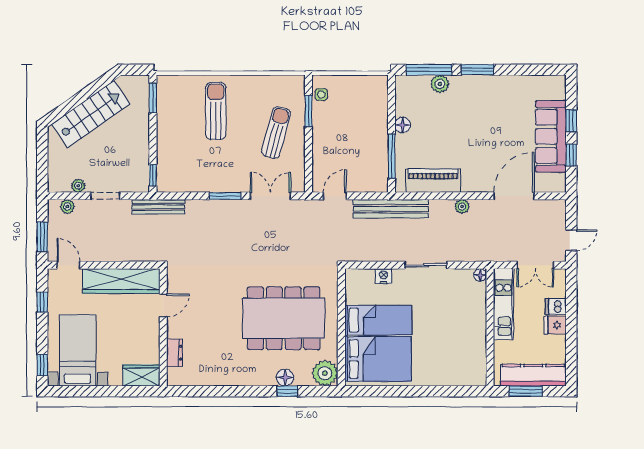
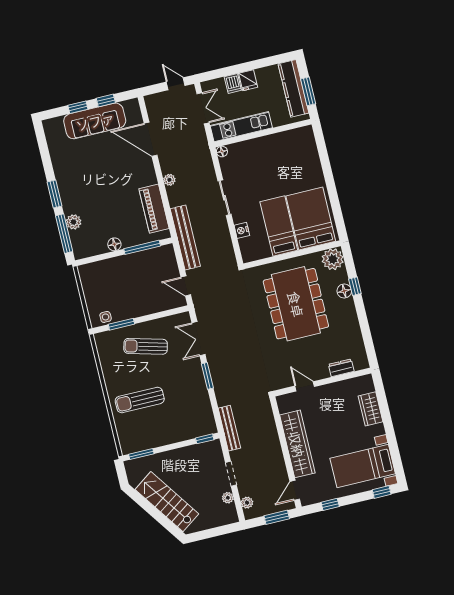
door: (163, 305) -> (305, 386), moved
wall: (163, 327) -> (323, 382), moved
dresser: (175, 353) -> (341, 368), moved

